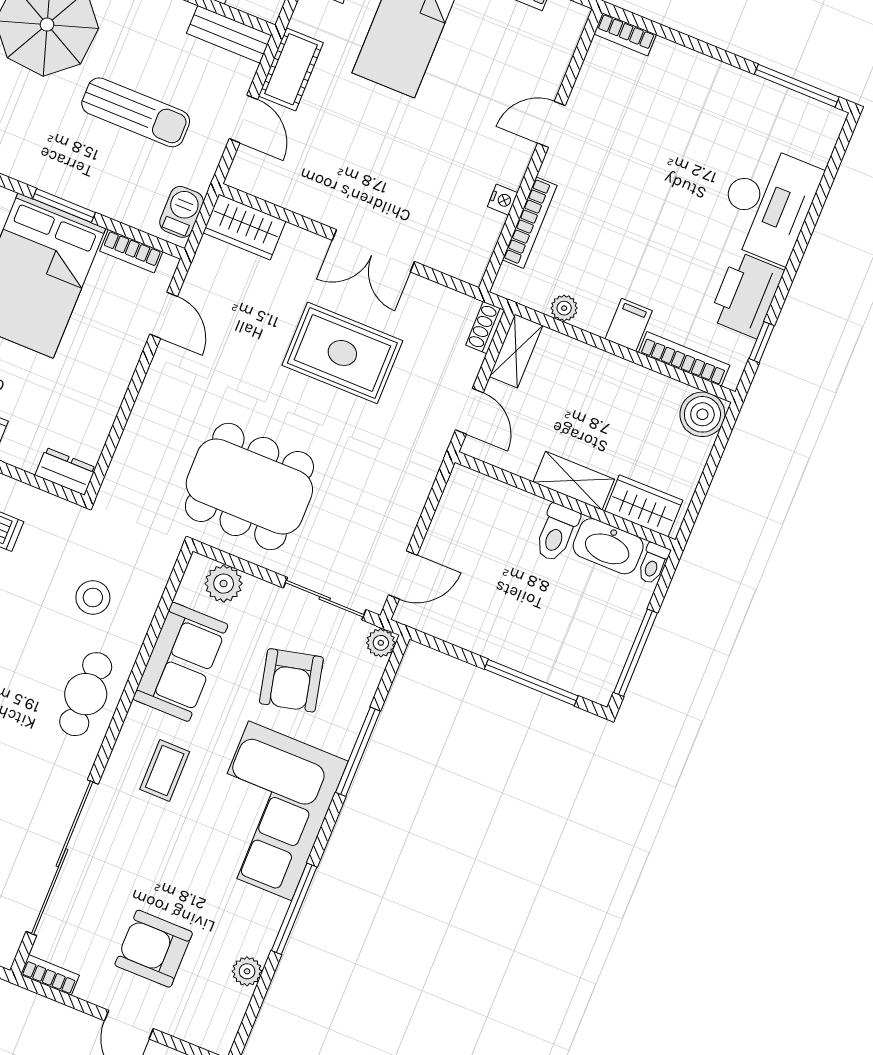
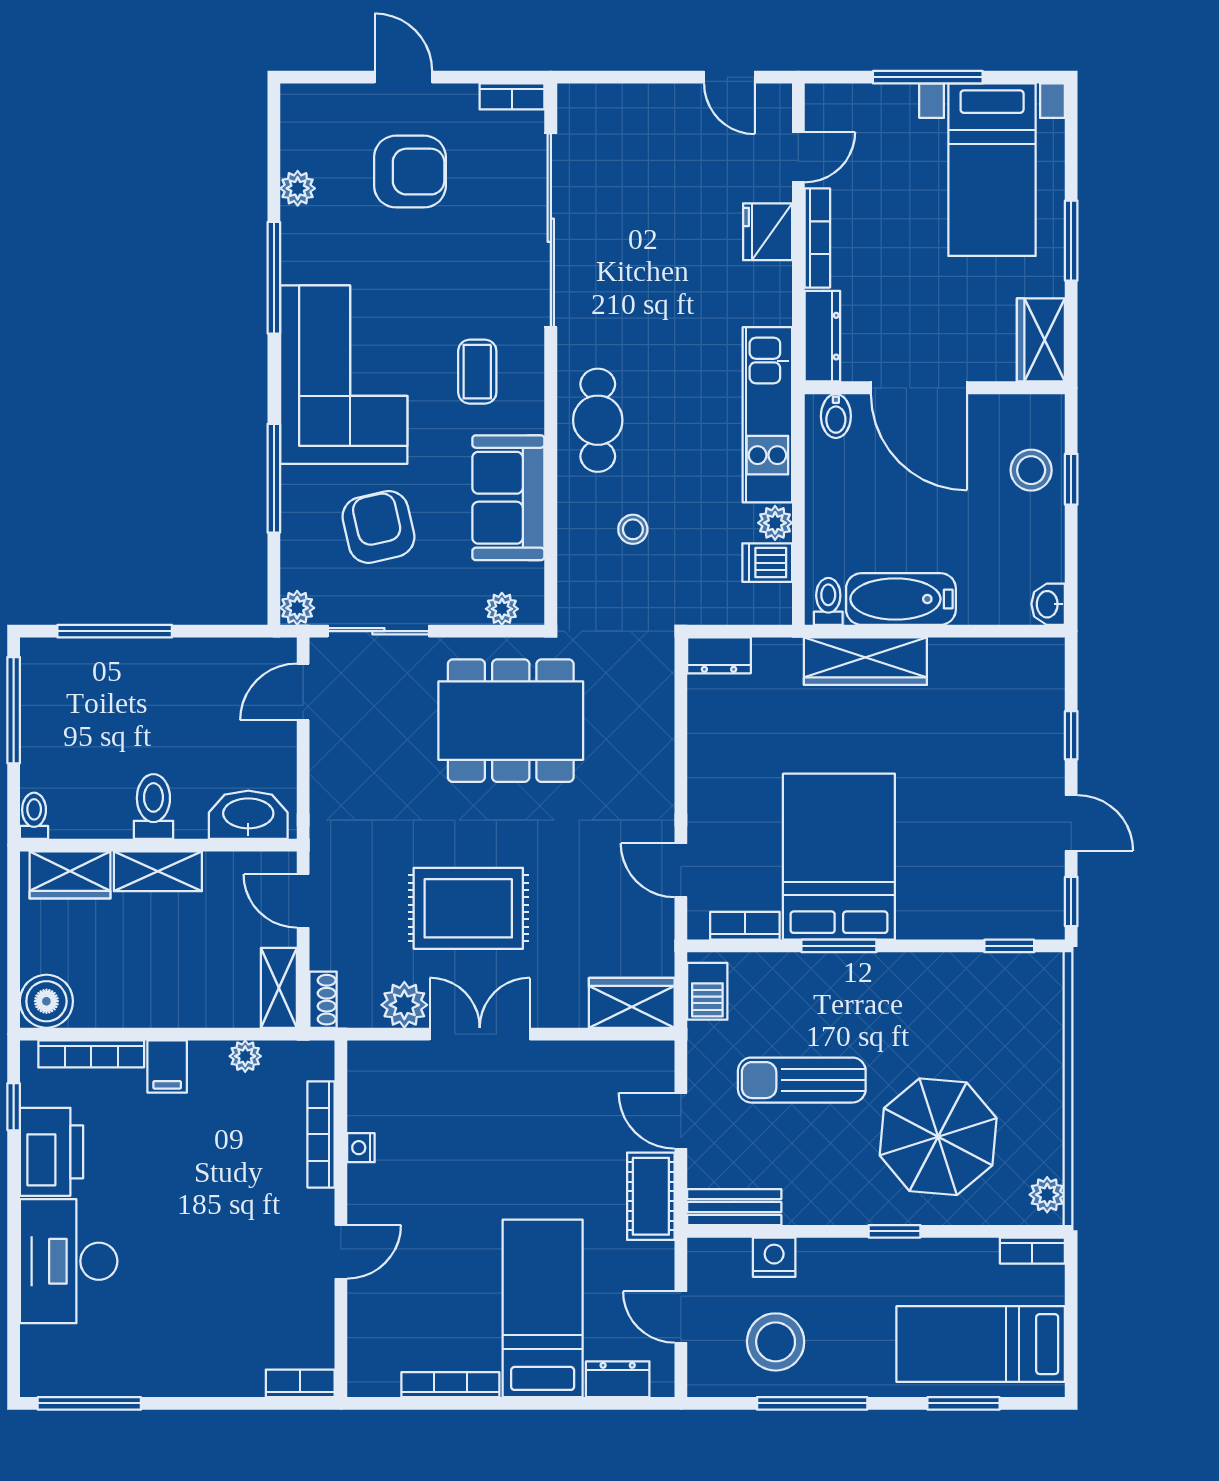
plant: (423, 298) -> (404, 1005), added
washbasin: (608, 546) -> (248, 815), moved
plant: (224, 584) -> (502, 609), width x0.73, depth x0.73
stool: (93, 597) -> (633, 529), width x0.73, depth x0.73

